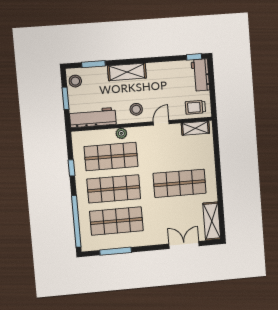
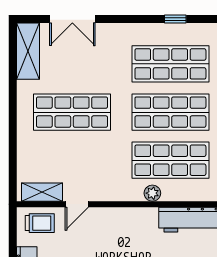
stool: (136, 109) -> (128, 227), removed
door: (161, 123) -> (77, 204), moved
window: (116, 251) -> (175, 19), width x0.46

